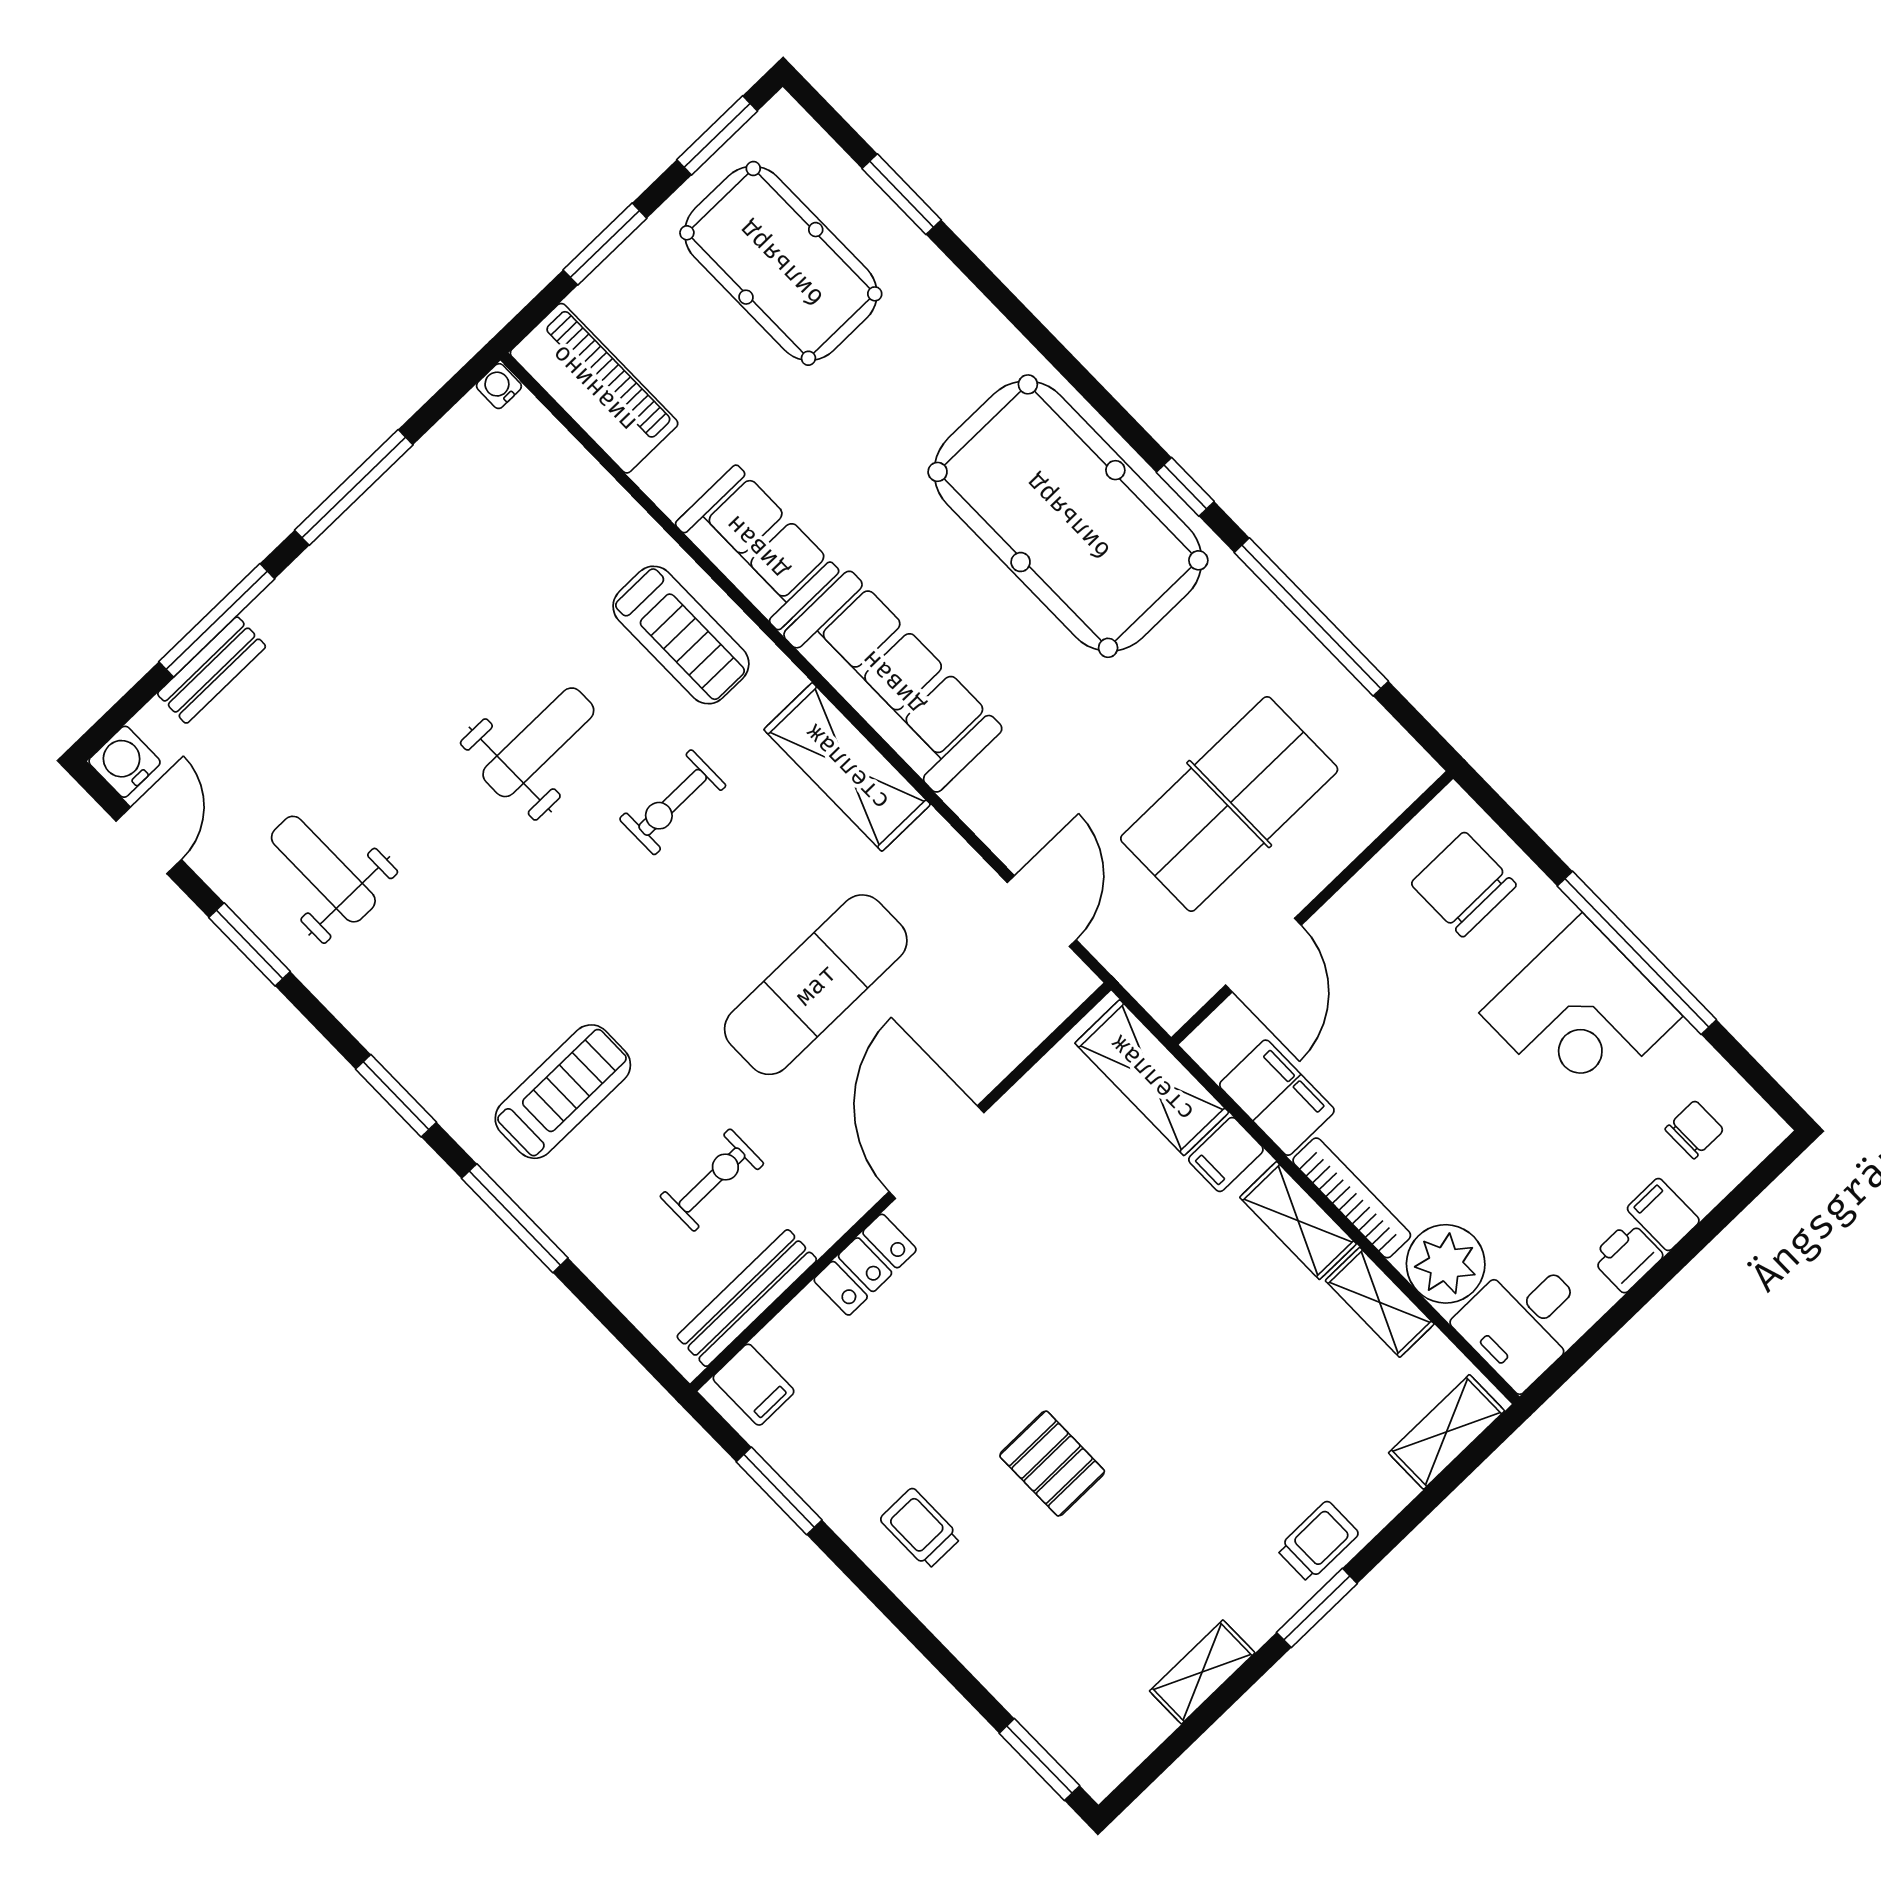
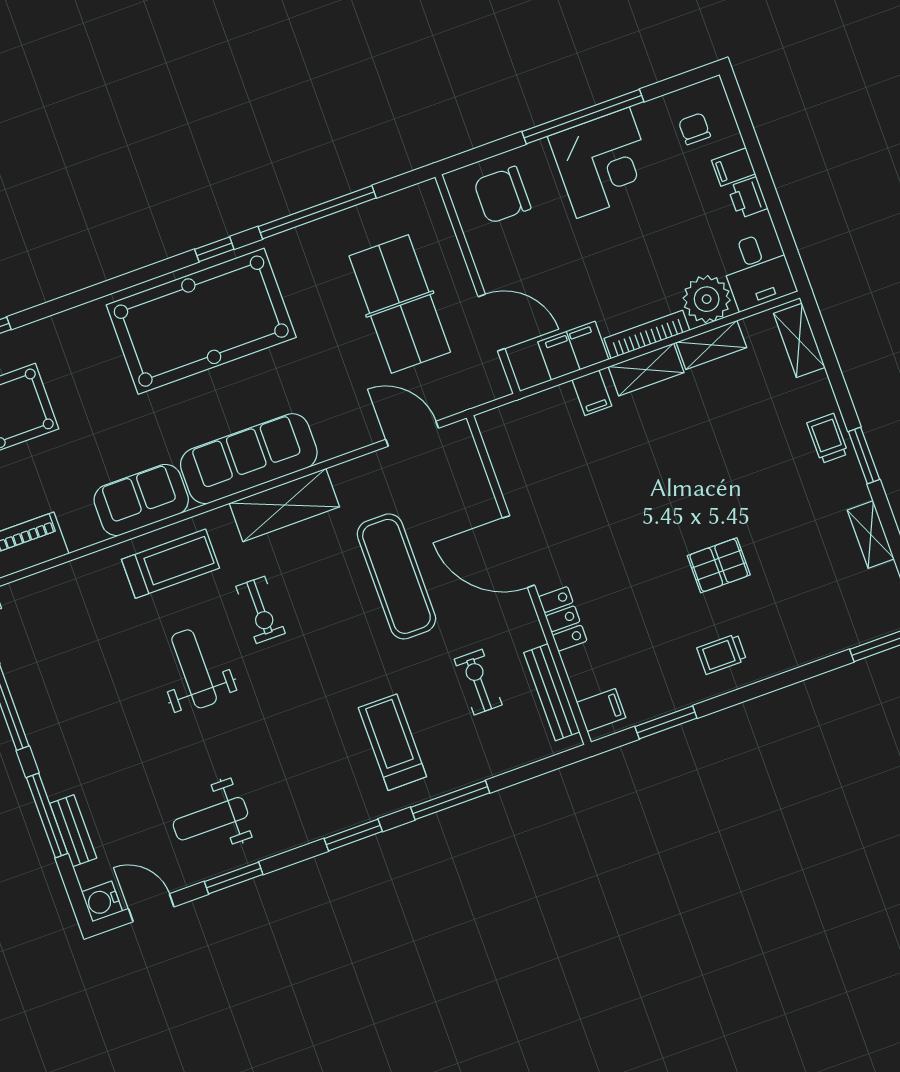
shelving: (1152, 1078) -> (531, 415), removed

